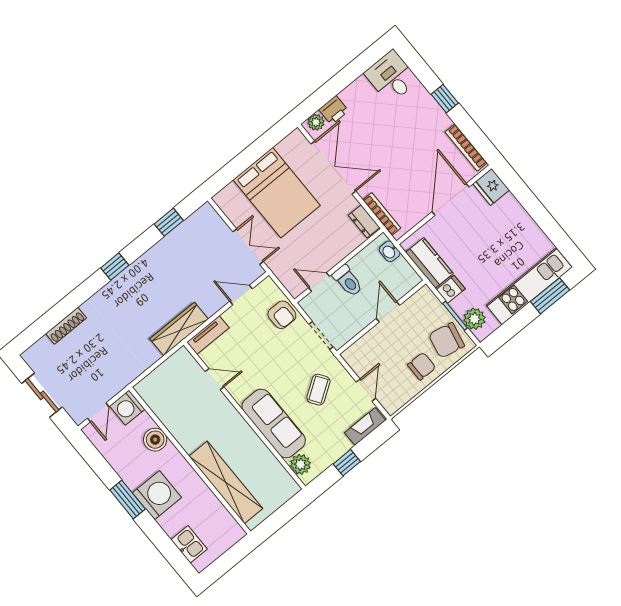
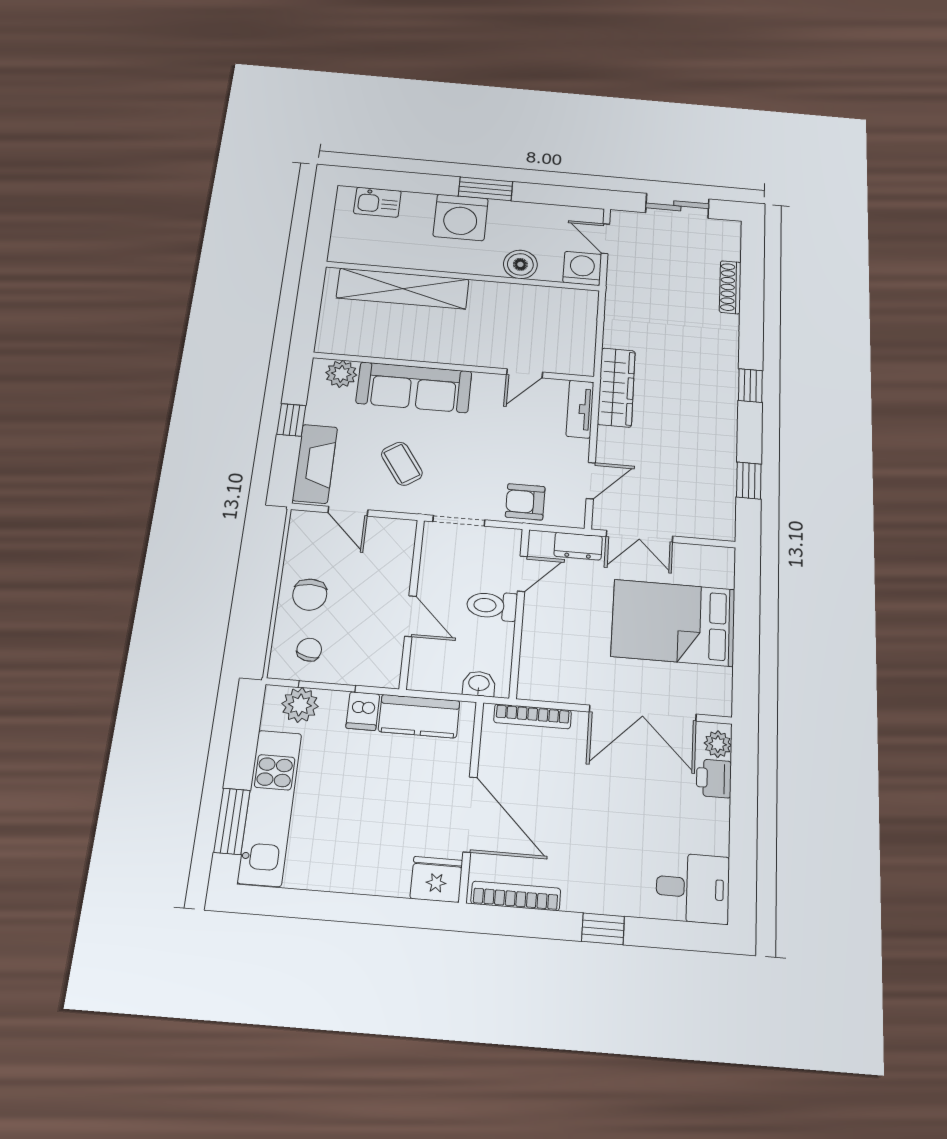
dresser: (364, 221) -> (578, 546), moved, turned 180
chair: (447, 340) -> (309, 650), width x0.54, depth x0.54
fireplace: (365, 426) -> (315, 464), width x1.37, depth x1.32

